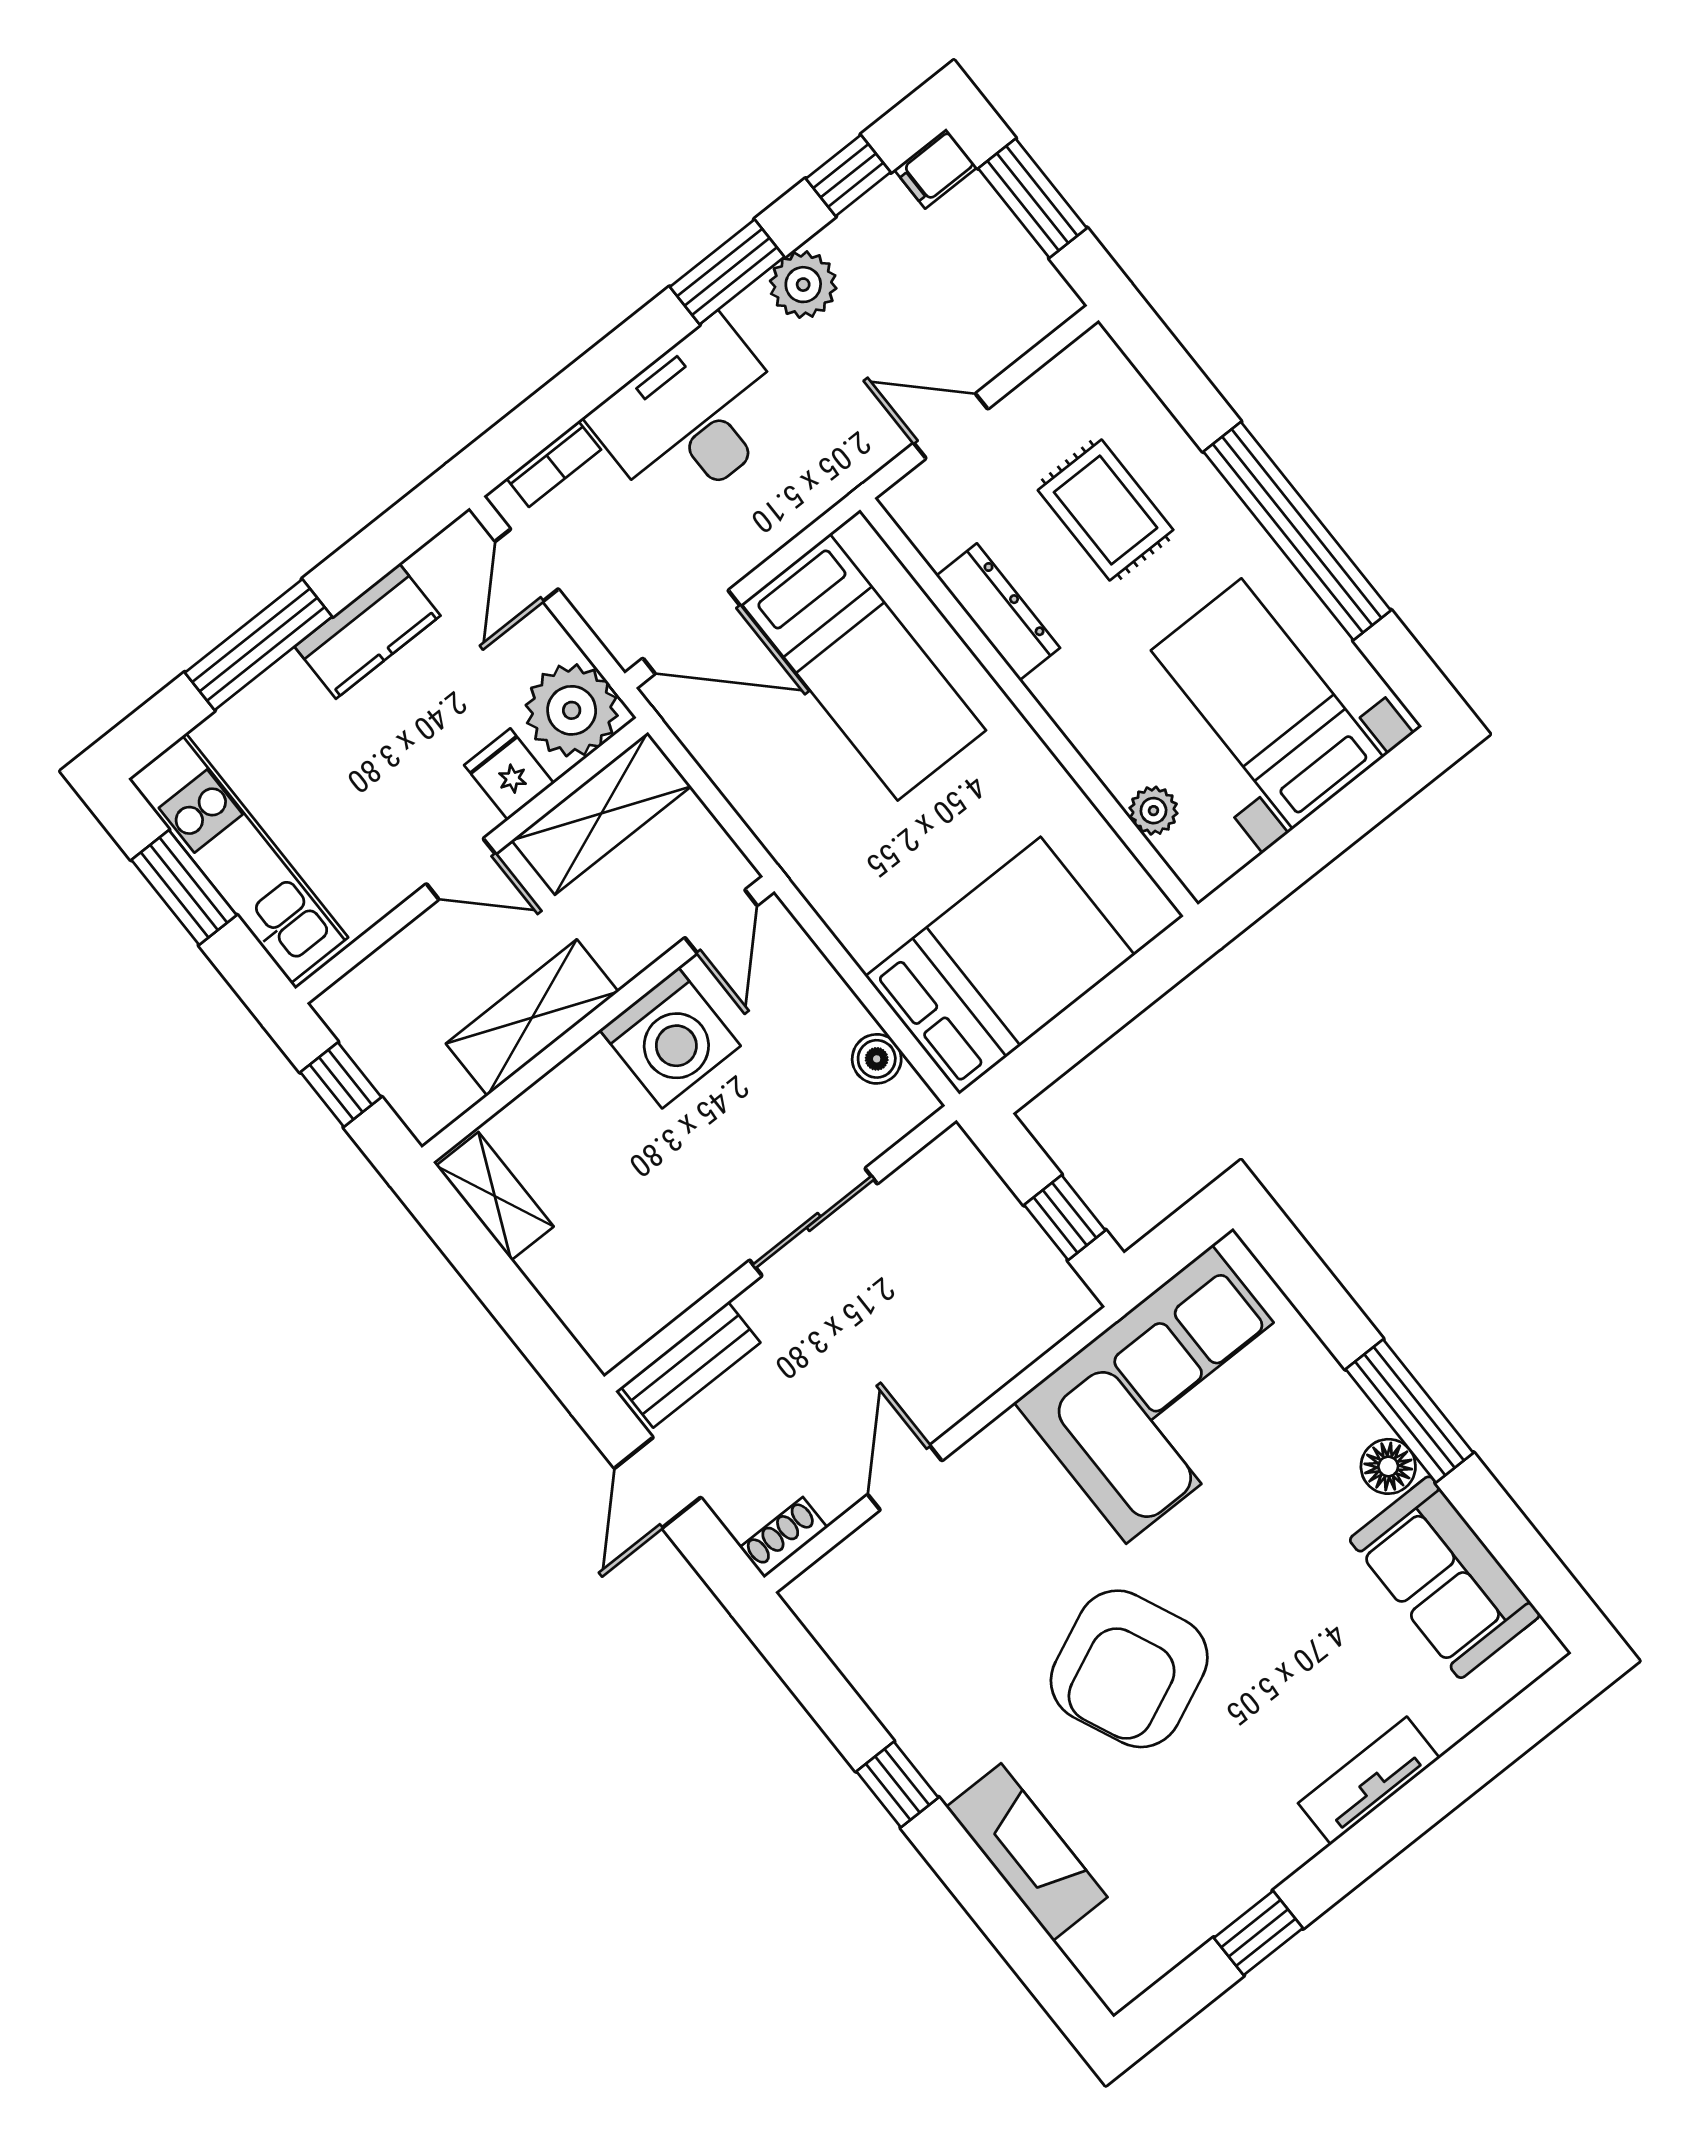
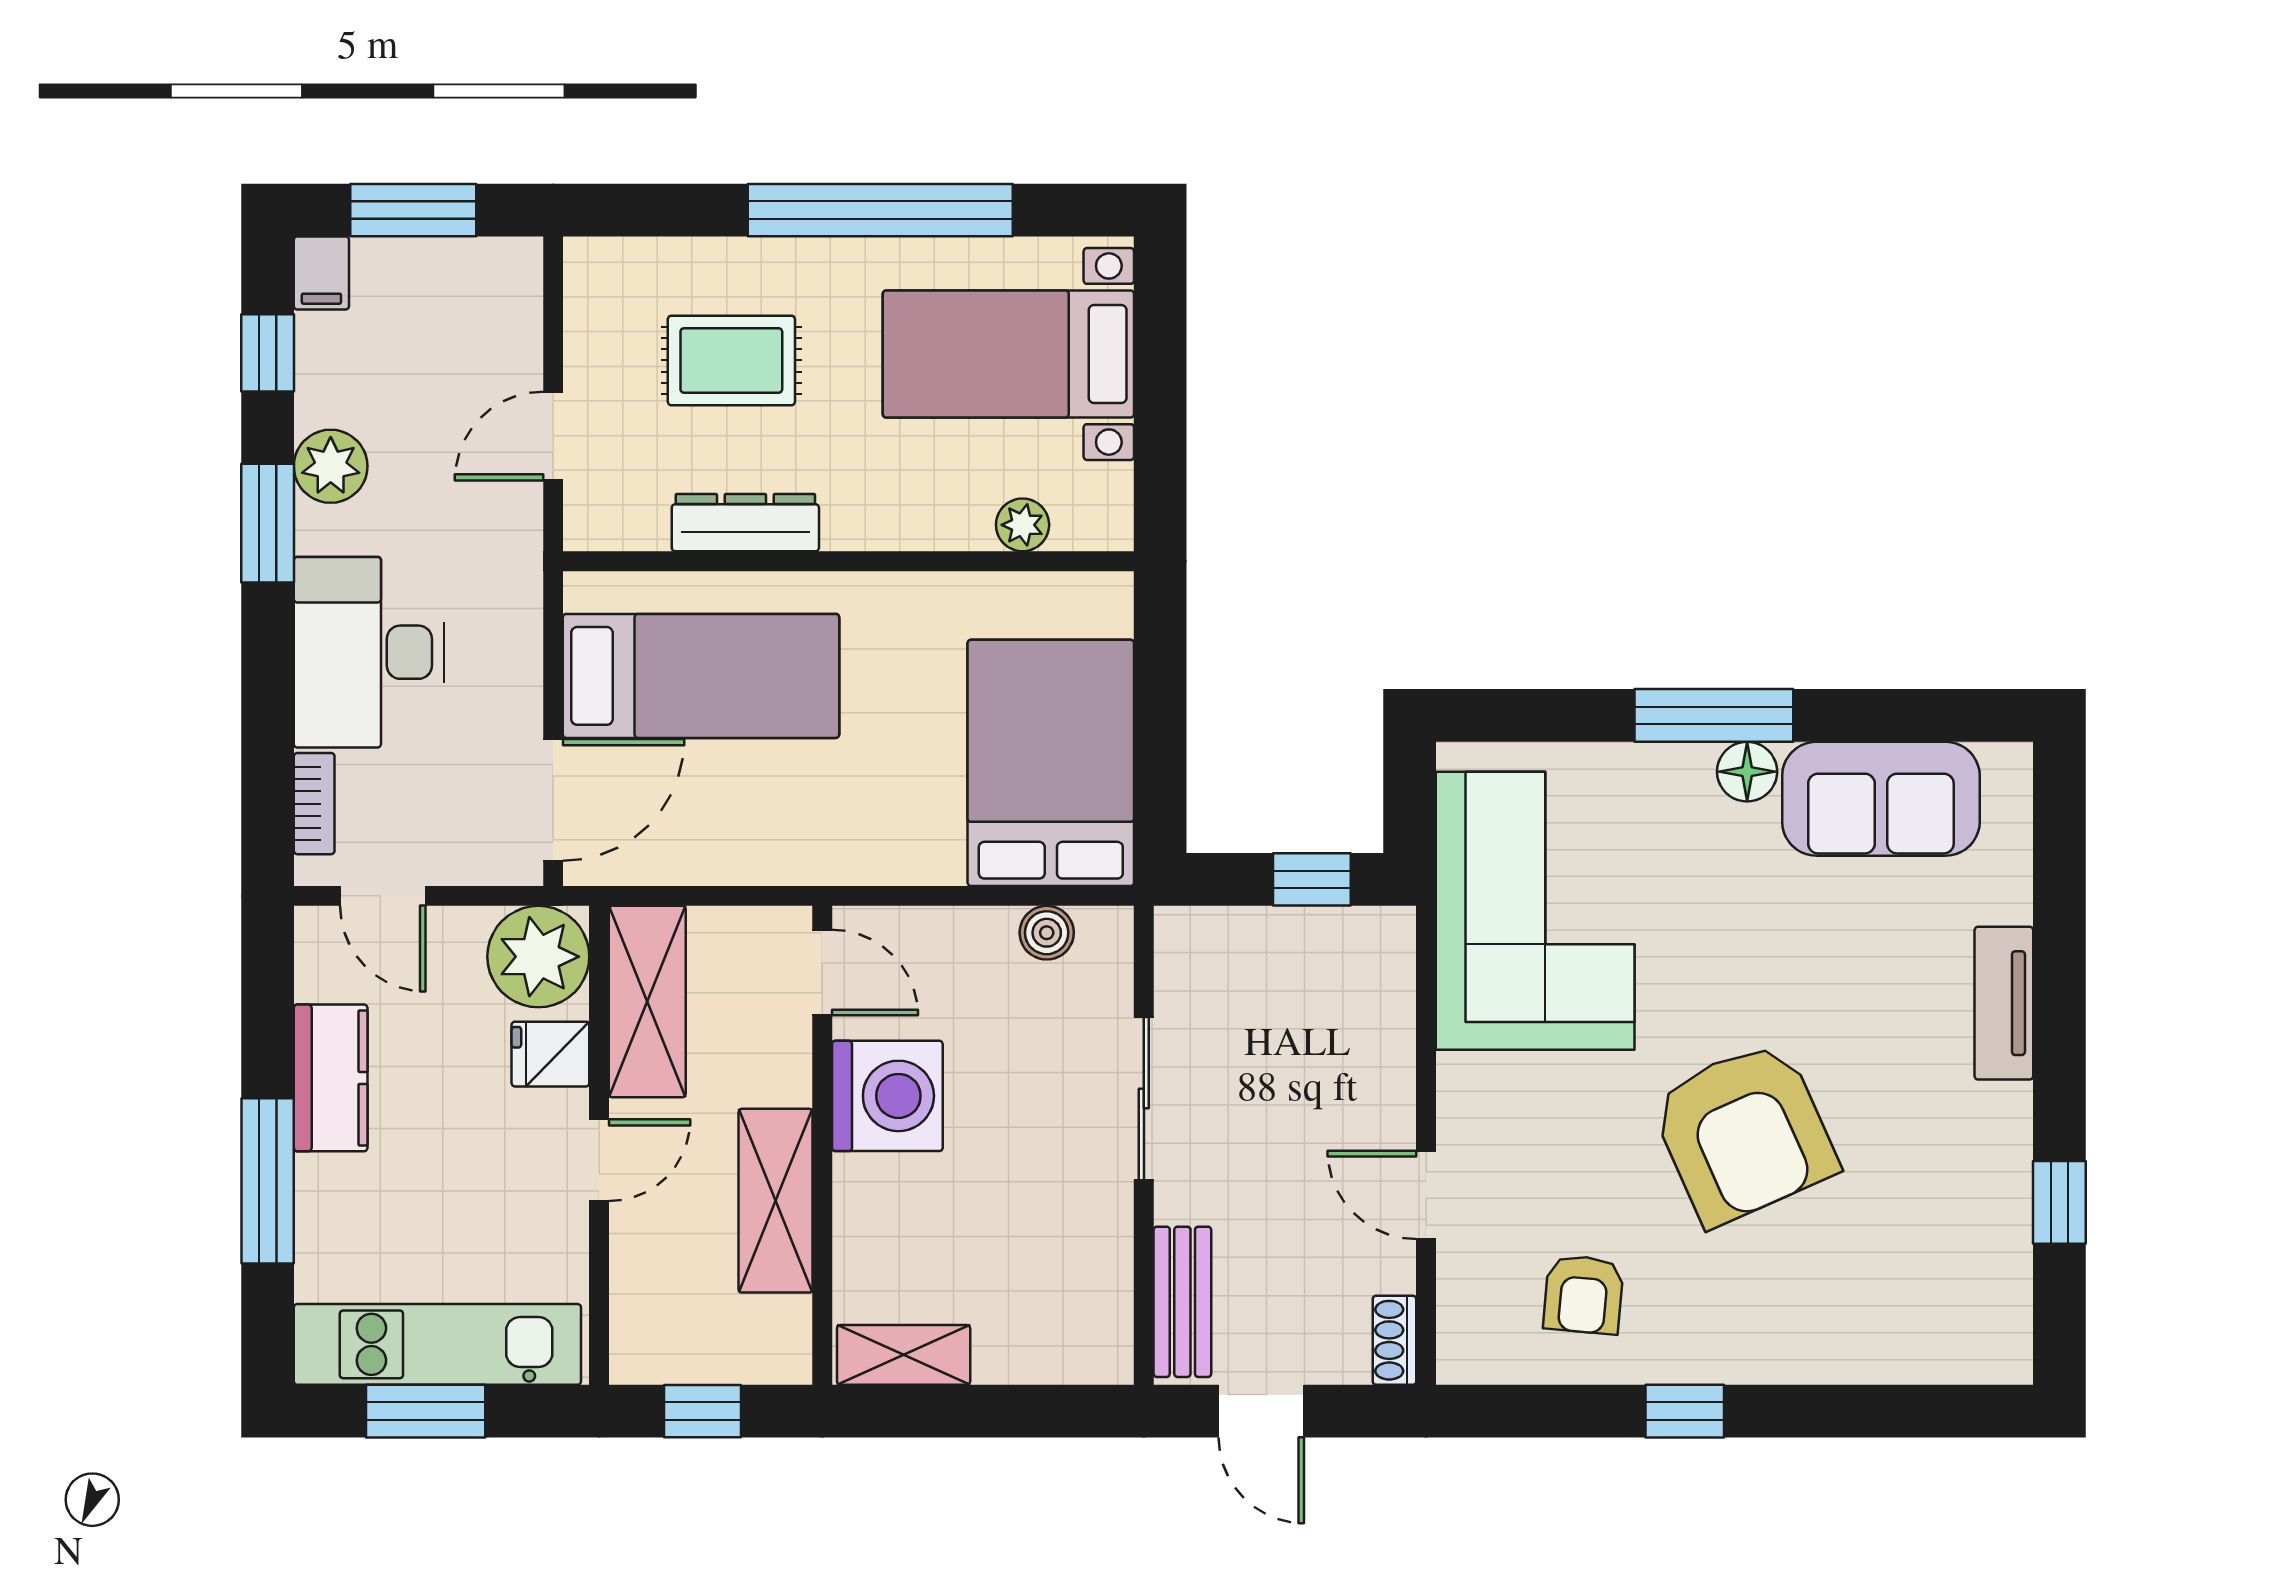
armchair: (923, 1646) -> (1583, 1294), added
fireplace: (1027, 1852) -> (1831, 1346), removed

